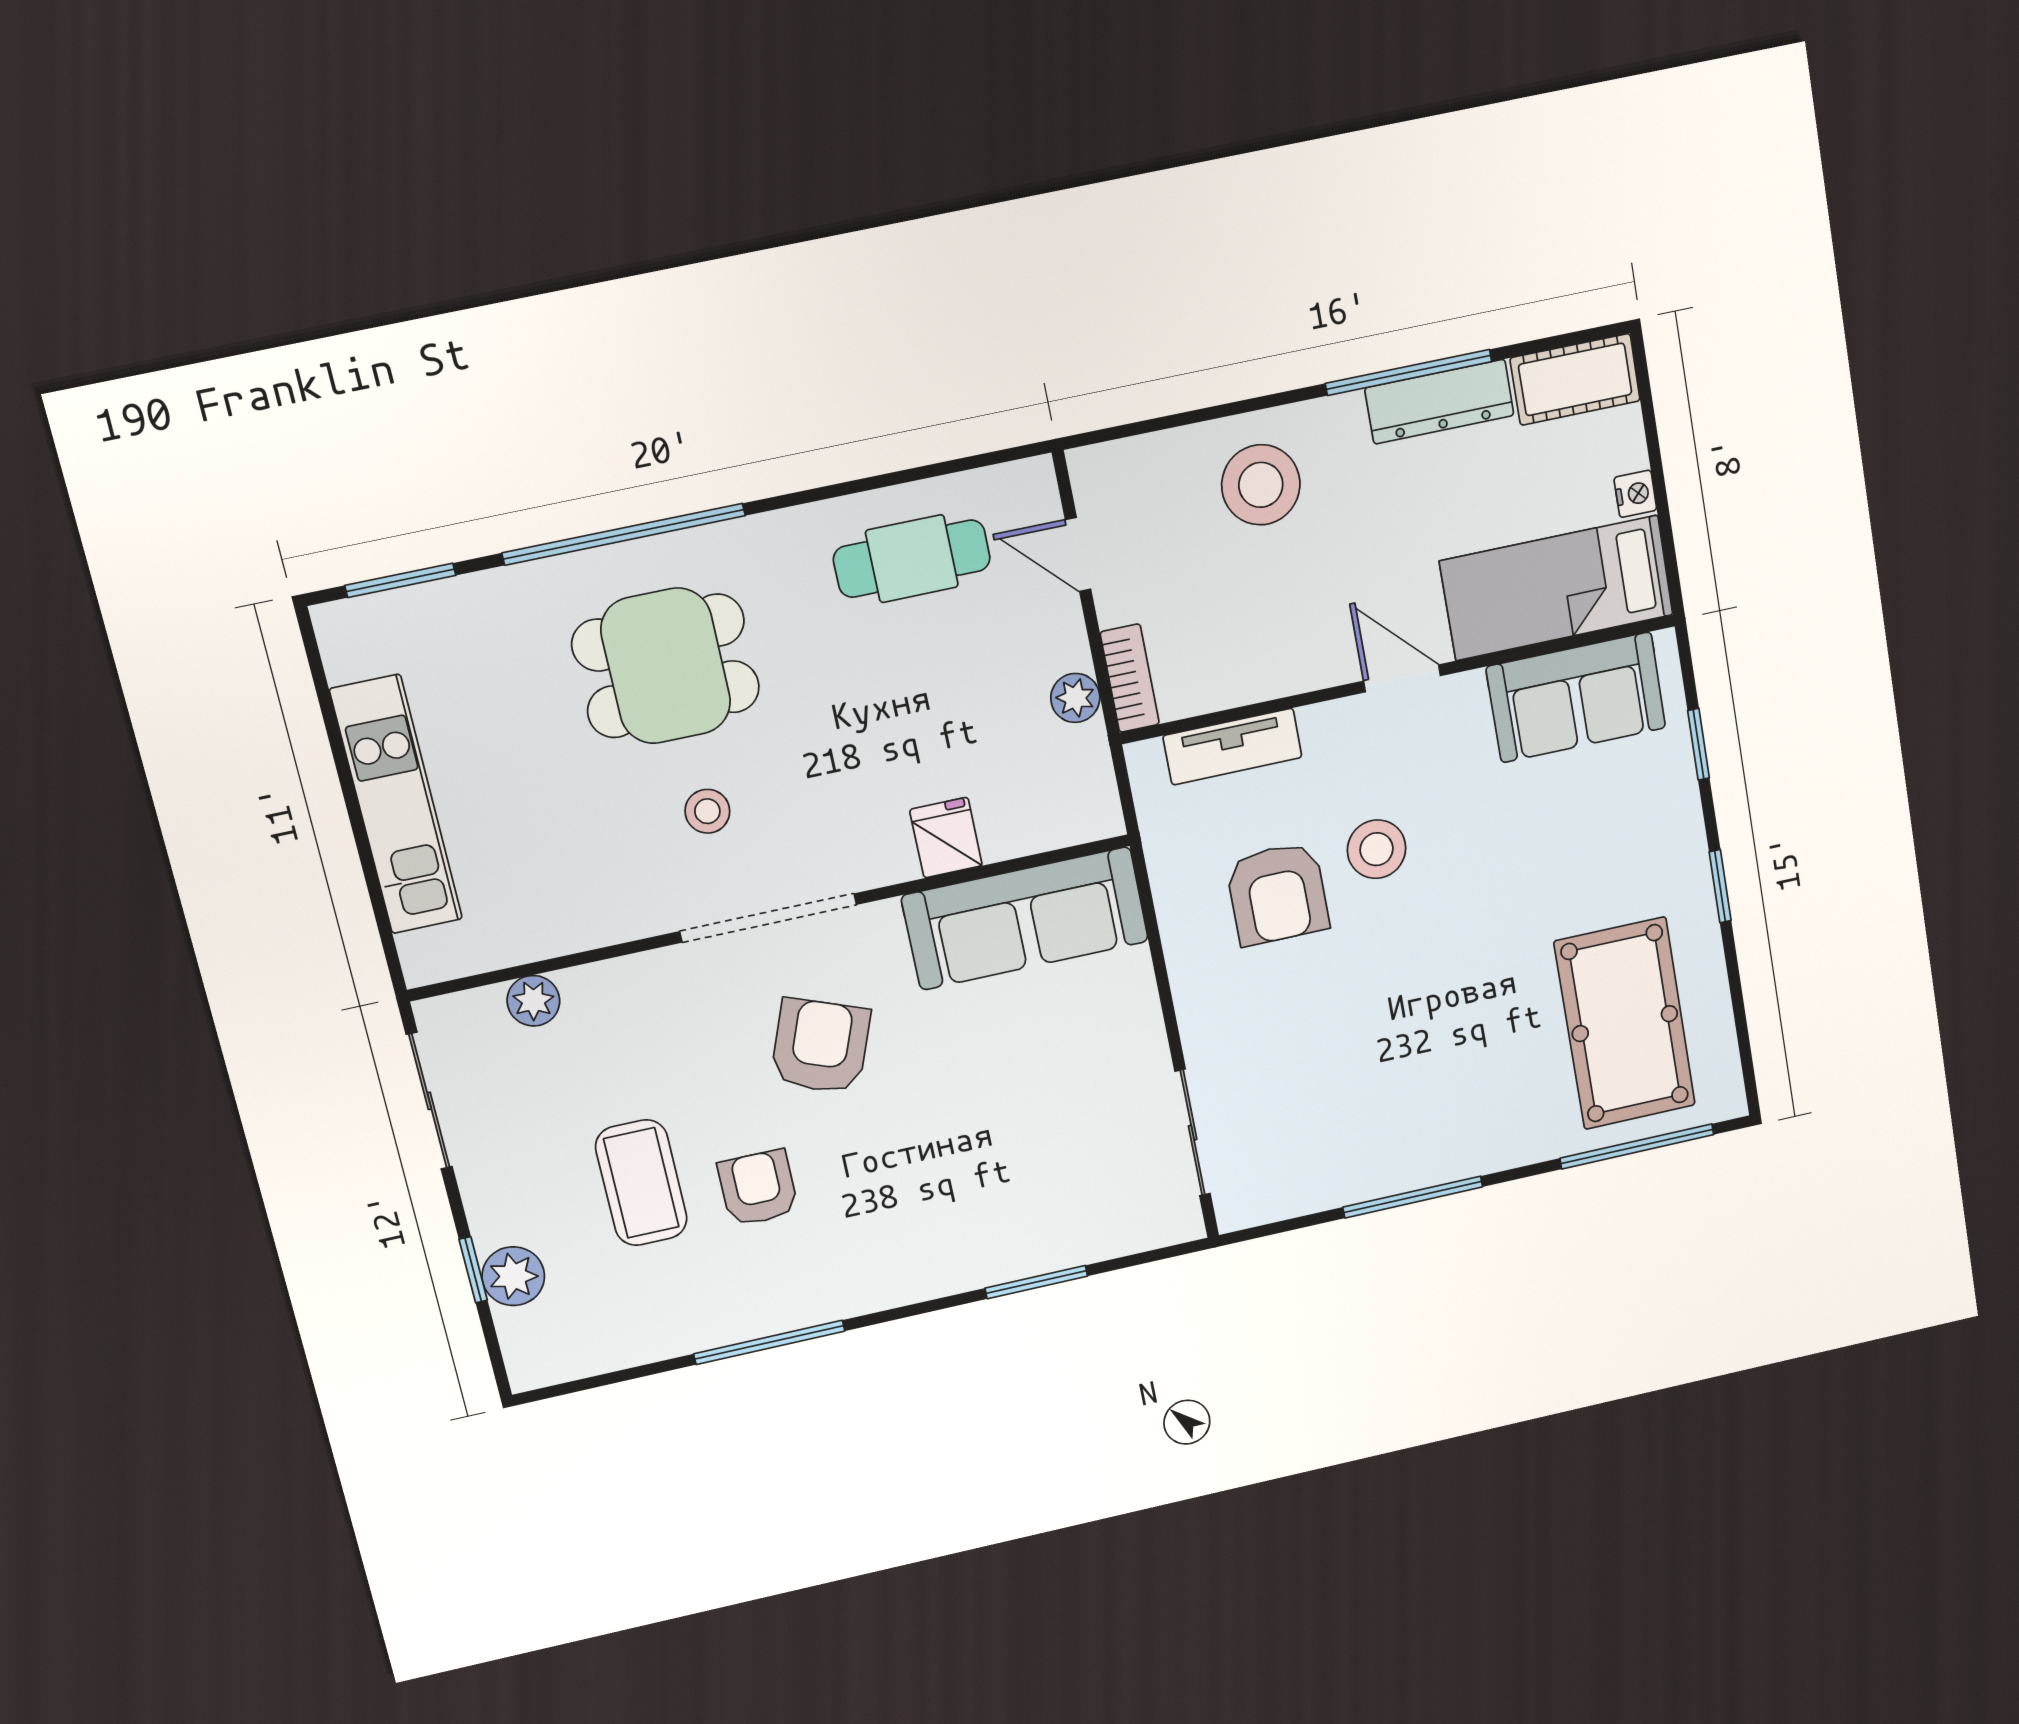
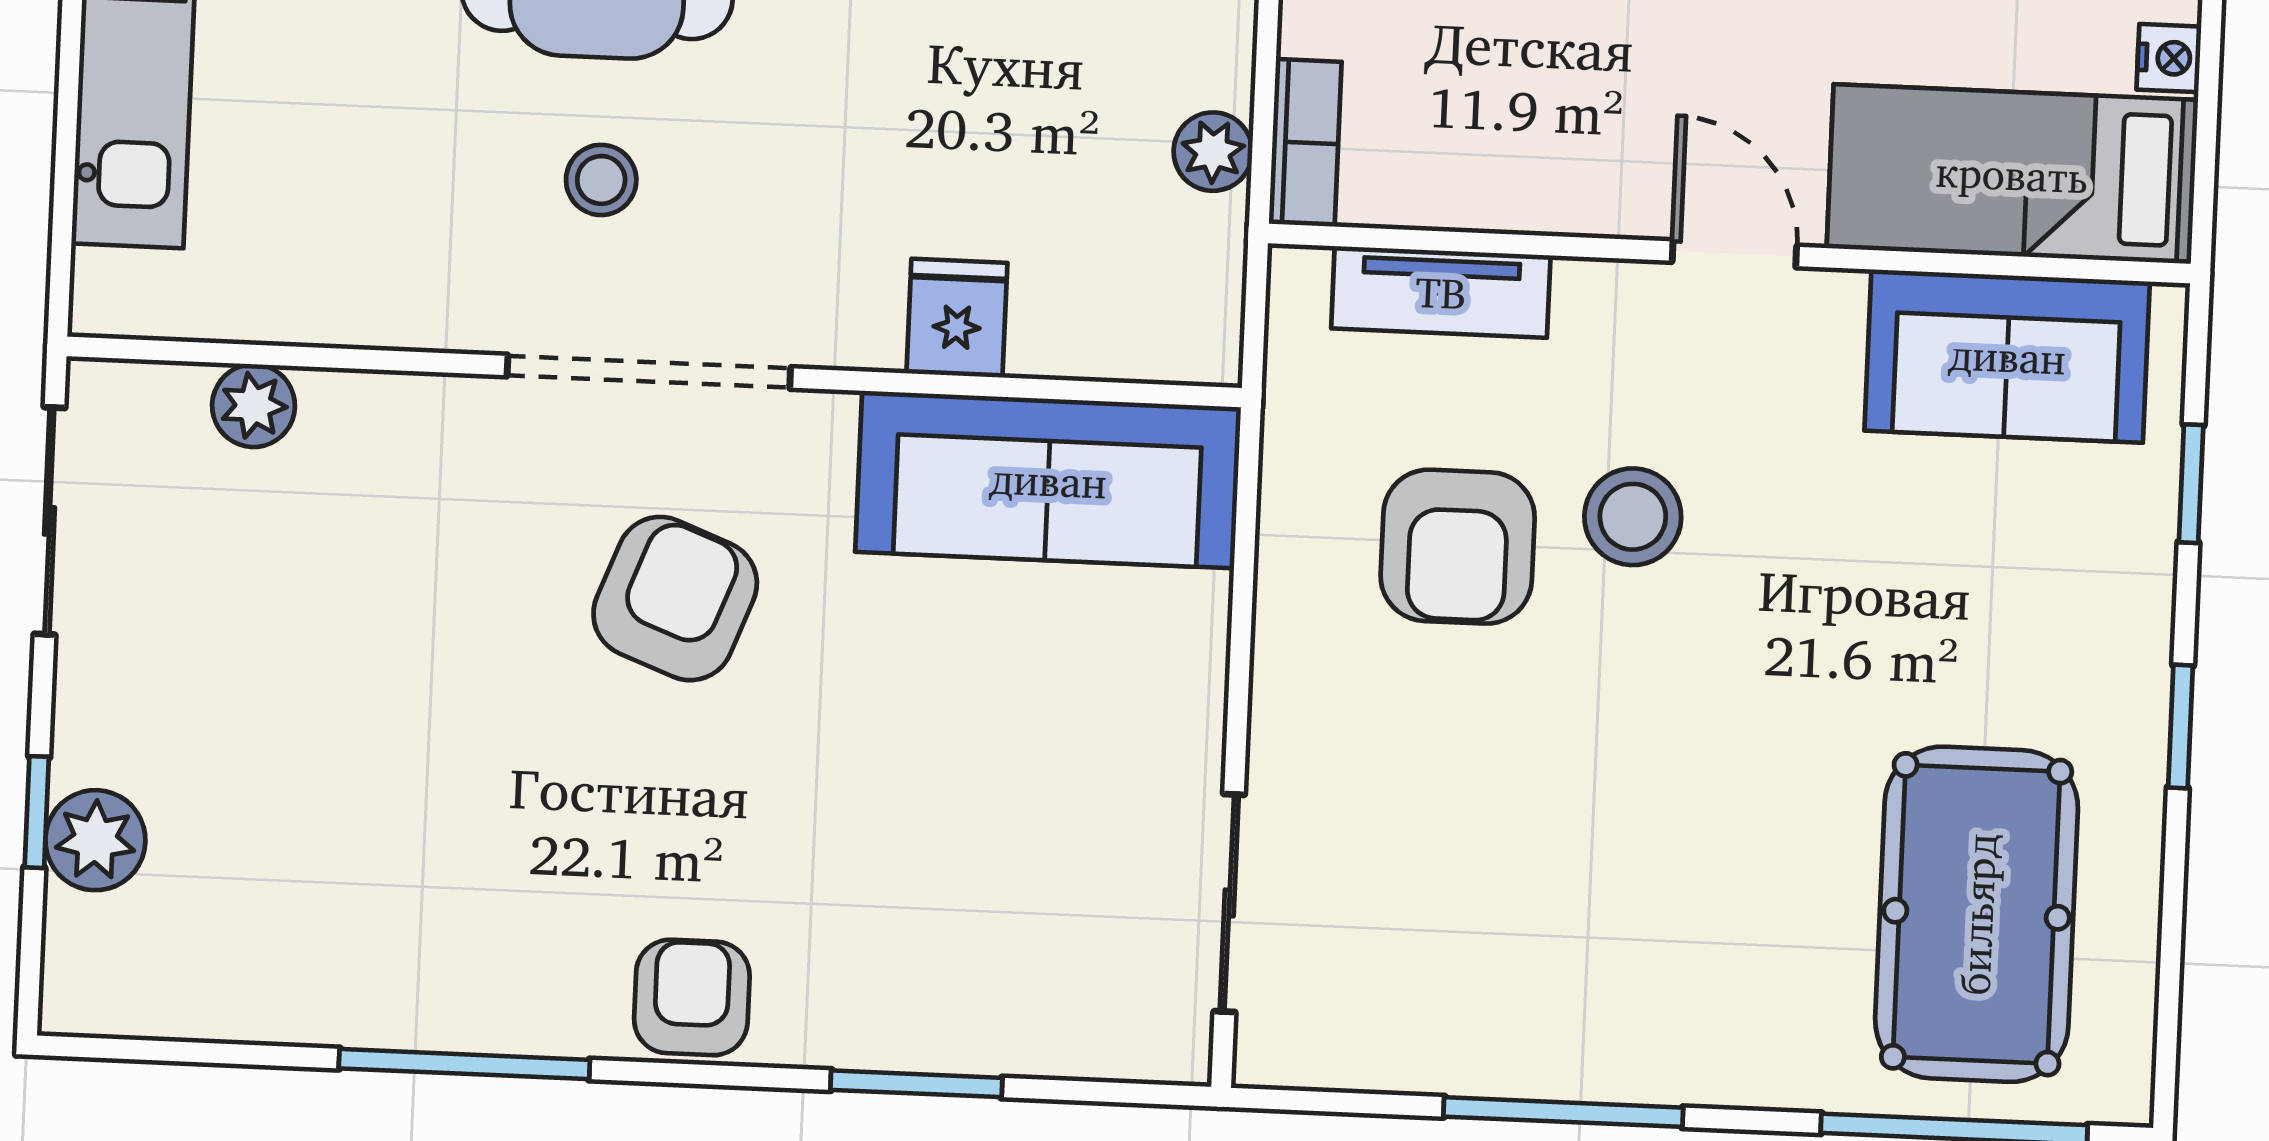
coffee table: (641, 1183) -> (336, 743), removed
armchair: (758, 1188) -> (692, 997), moved

